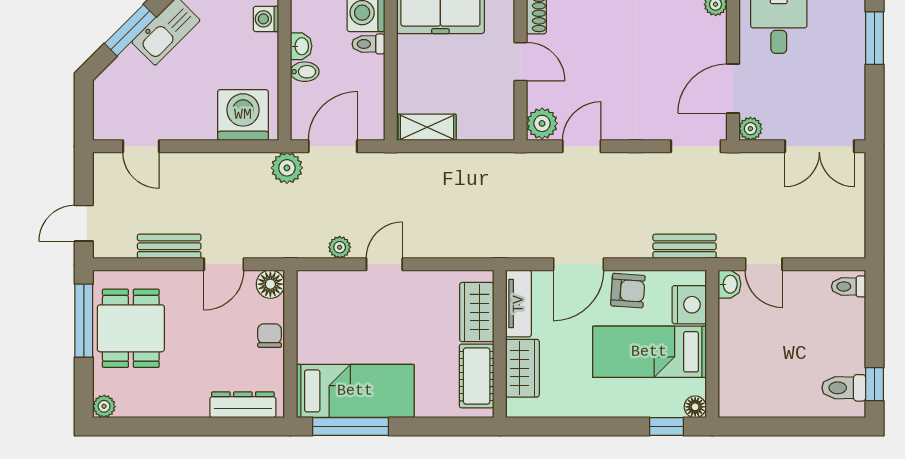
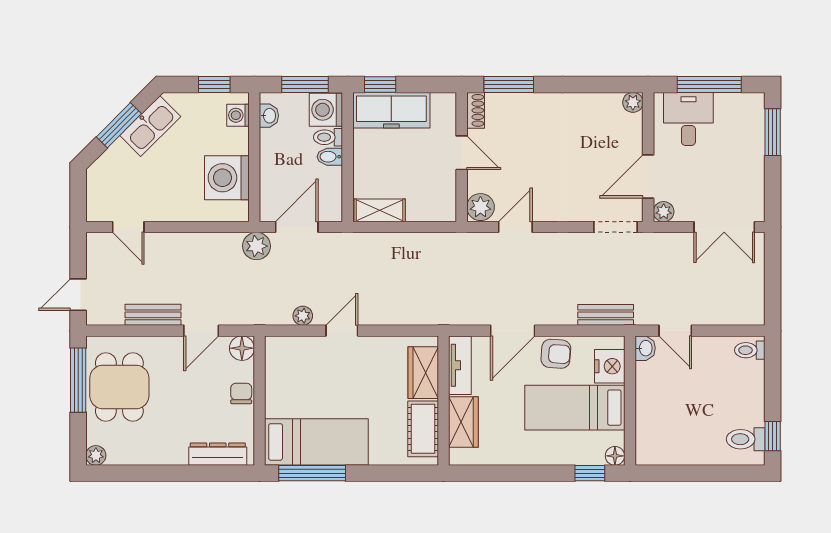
washbasin: (301, 46) -> (269, 116), moved
bidet: (305, 72) -> (330, 157), moved, turned 180
washing machine: (243, 115) -> (227, 178), moved, turned -90

